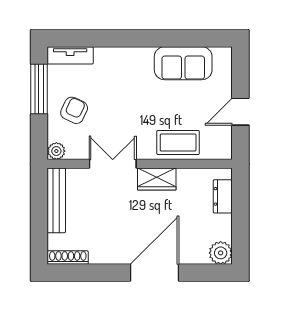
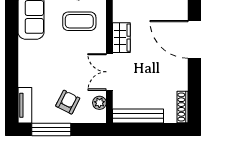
armchair: (74, 110) -> (68, 102), turned 92
coffee table: (178, 143) -> (79, 21), moved, turned 90
plant: (56, 151) -> (99, 103), moved

